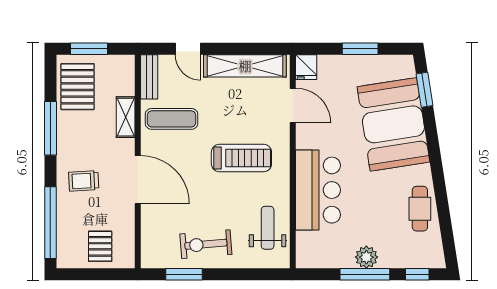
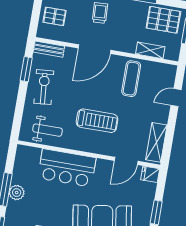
shelving: (245, 66) -> (156, 142), width x0.68
bench: (149, 77) -> (49, 49), moved
shelving: (126, 117) -> (150, 50), moved
treadmill: (241, 158) -> (97, 121), turned -90

